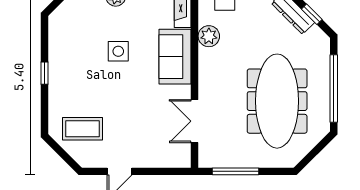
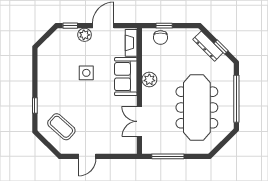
plant: (209, 36) -> (149, 79), moved
window: (44, 73) -> (35, 105), moved
coffee table: (82, 129) -> (61, 127), turned 42

